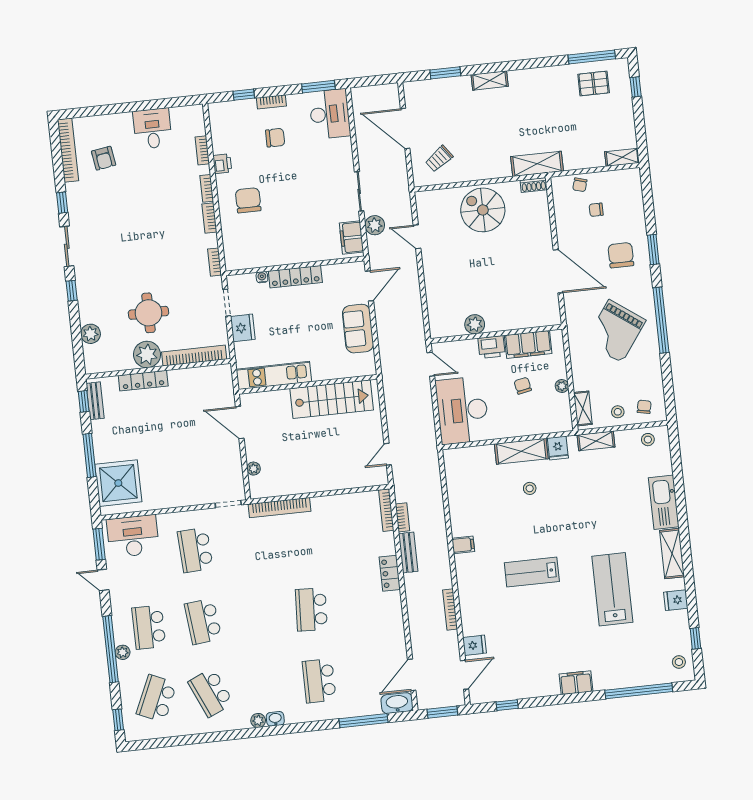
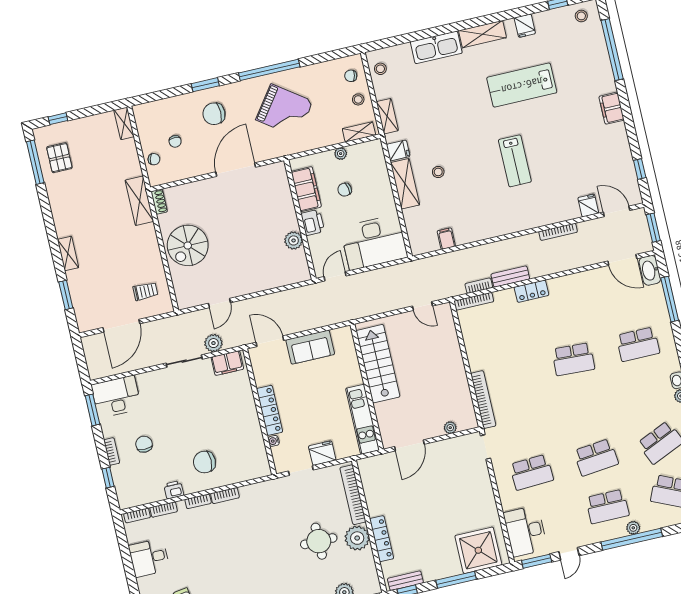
trolley: (439, 159) -> (145, 291), turned -54
bookcase: (215, 262) -> (137, 515), moved
filing cabinet: (463, 545) -> (446, 239), moved

